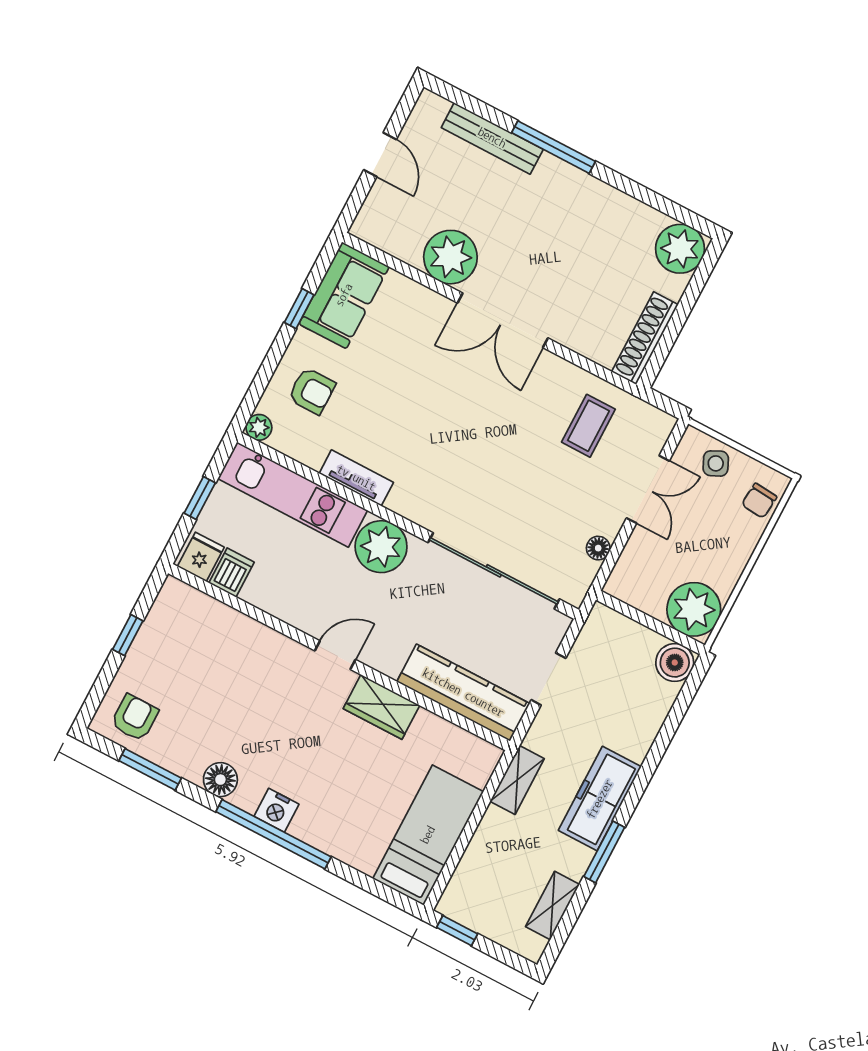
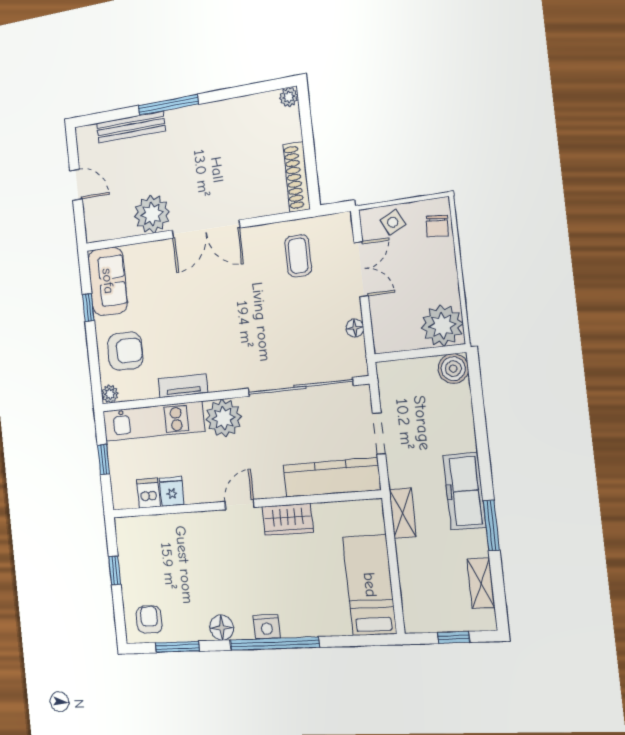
plant: (680, 249) -> (289, 97), width x0.53, depth x0.53
armchair: (312, 391) -> (125, 351), width x1.38, depth x1.38
fridge: (201, 557) -> (172, 491), moved
window: (457, 931) -> (454, 637), moved

